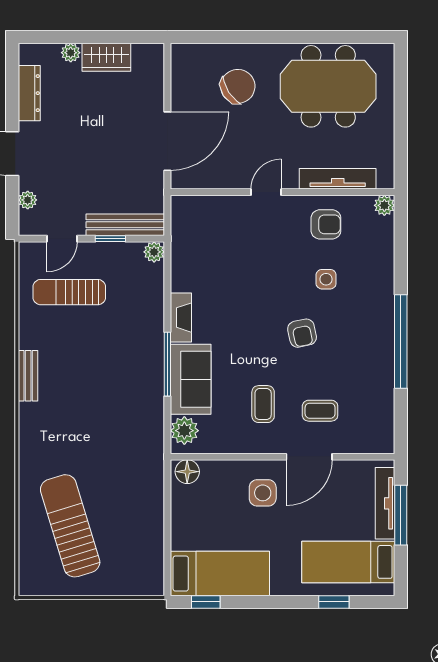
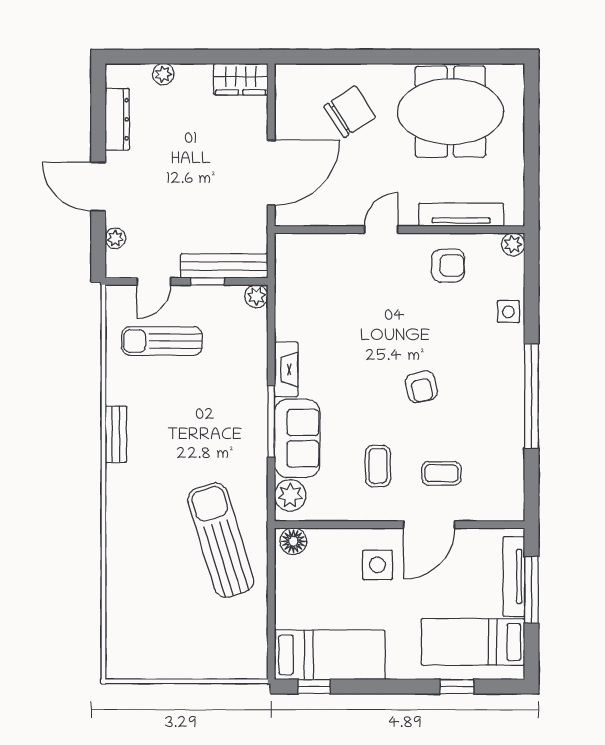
wardrobe: (106, 57) -> (241, 79), moved
side table: (326, 279) -> (508, 312), moved
sun lounger: (70, 526) -> (221, 540), moved

